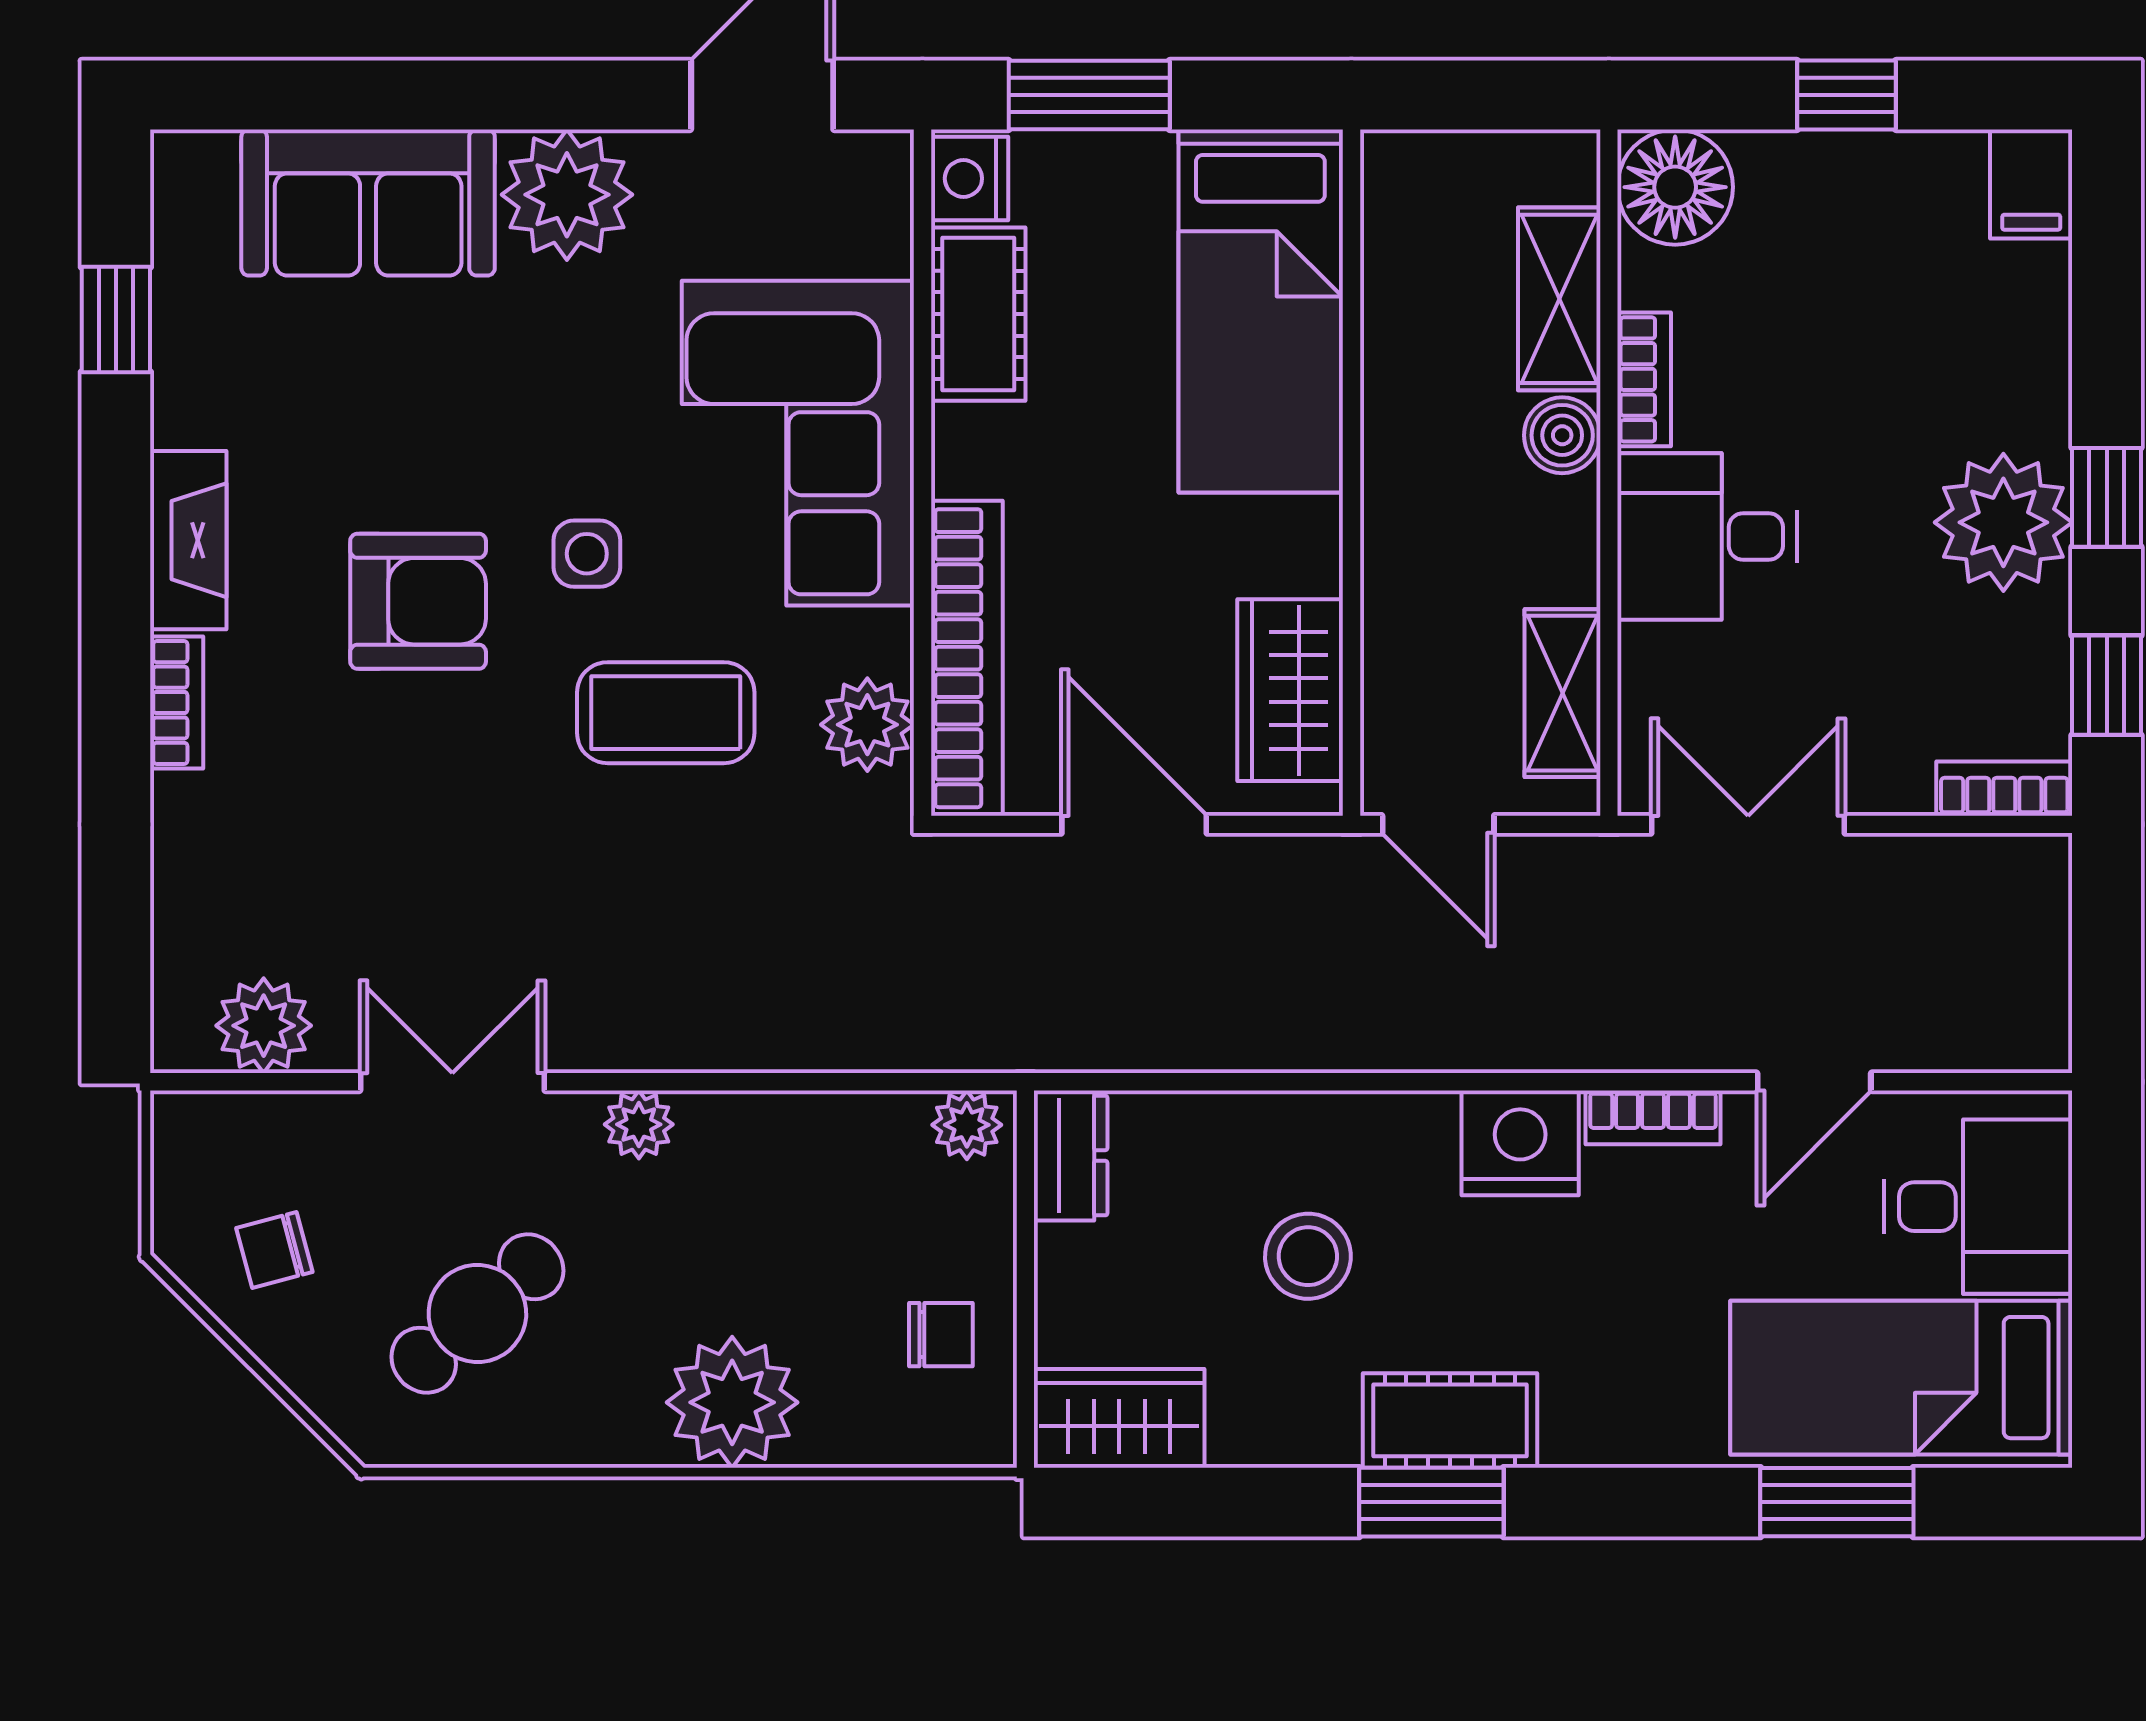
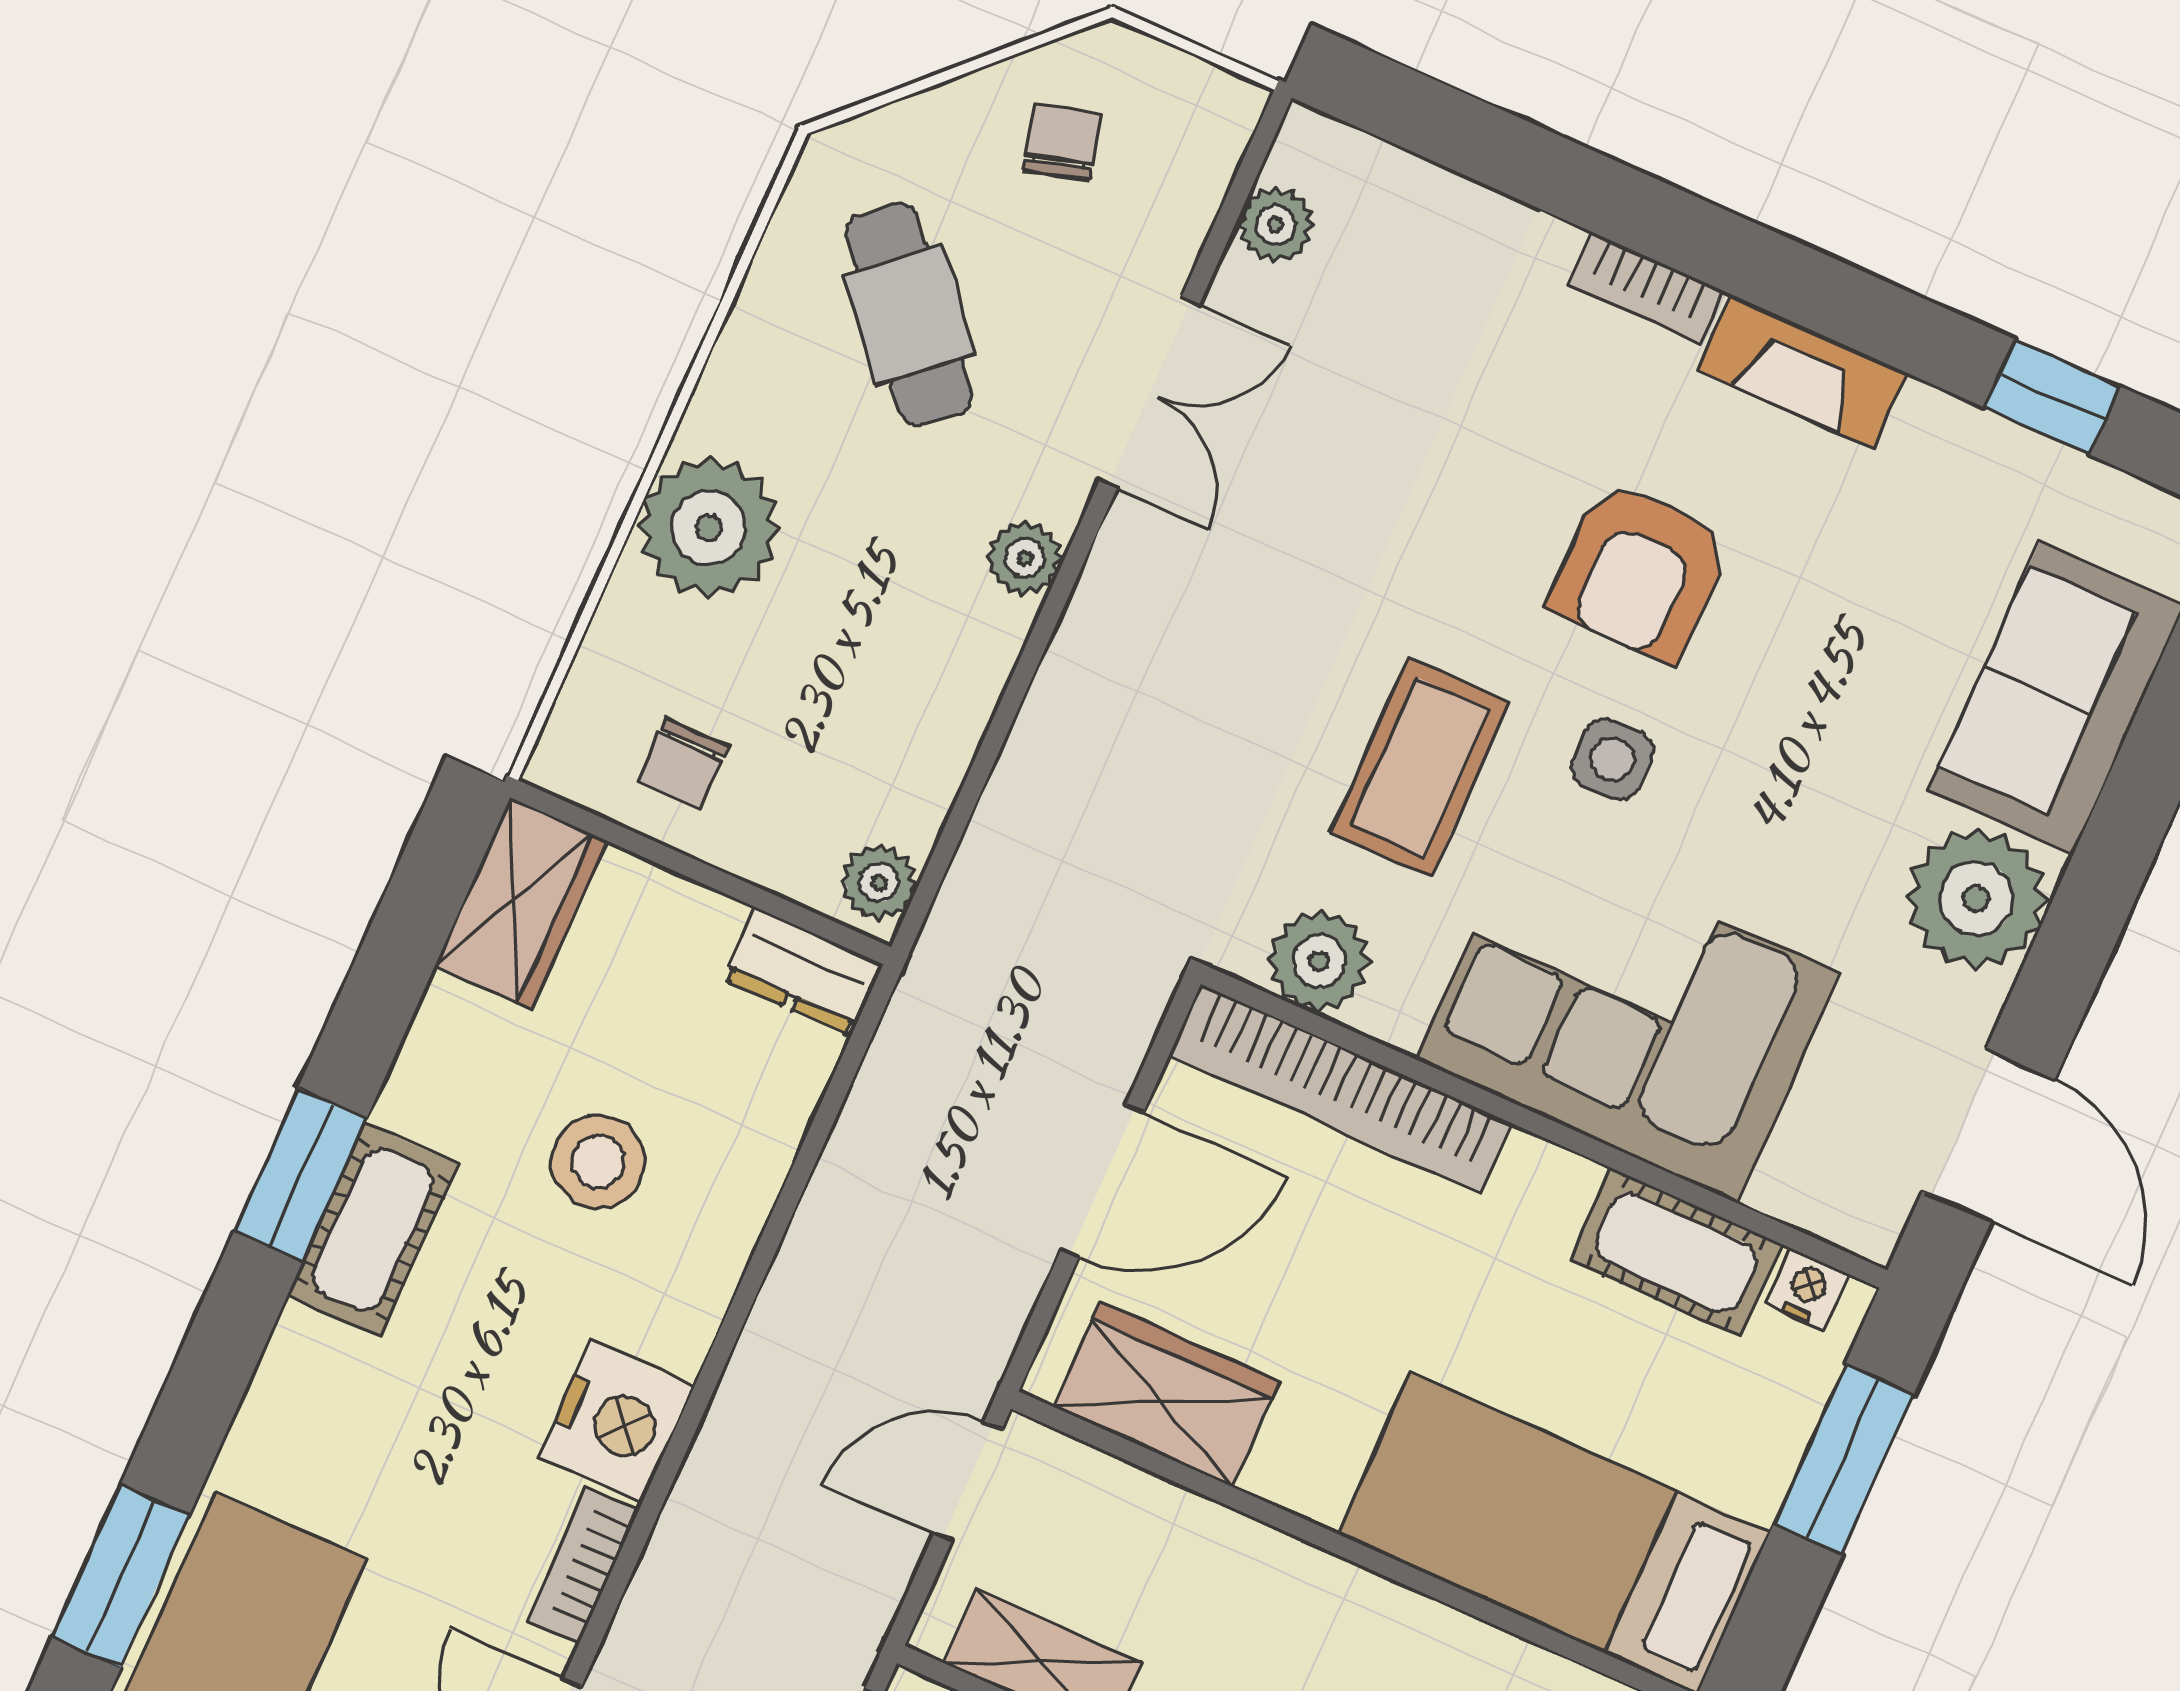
nightstand: (970, 178) -> (1807, 1289), width x0.72, depth x0.74
plant: (264, 1026) -> (1276, 225), width x0.73, depth x0.73

